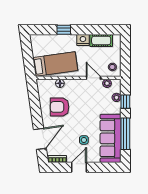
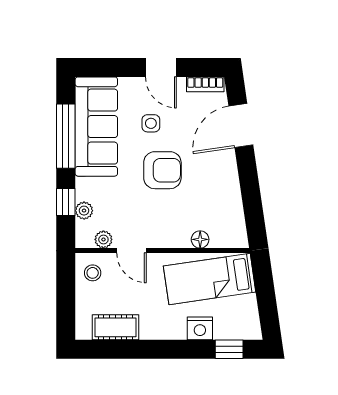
window: (64, 30) -> (229, 349), moved
nightstand: (83, 40) -> (200, 328), moved
armchair: (60, 107) -> (162, 170), moved
door: (79, 167) -> (161, 67), hinge flipped

